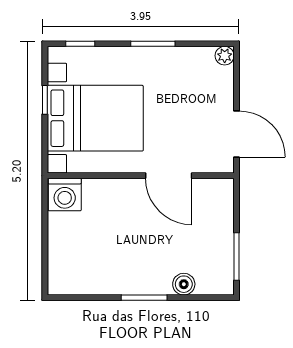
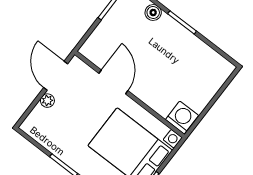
plant: (225, 56) -> (47, 101), moved

